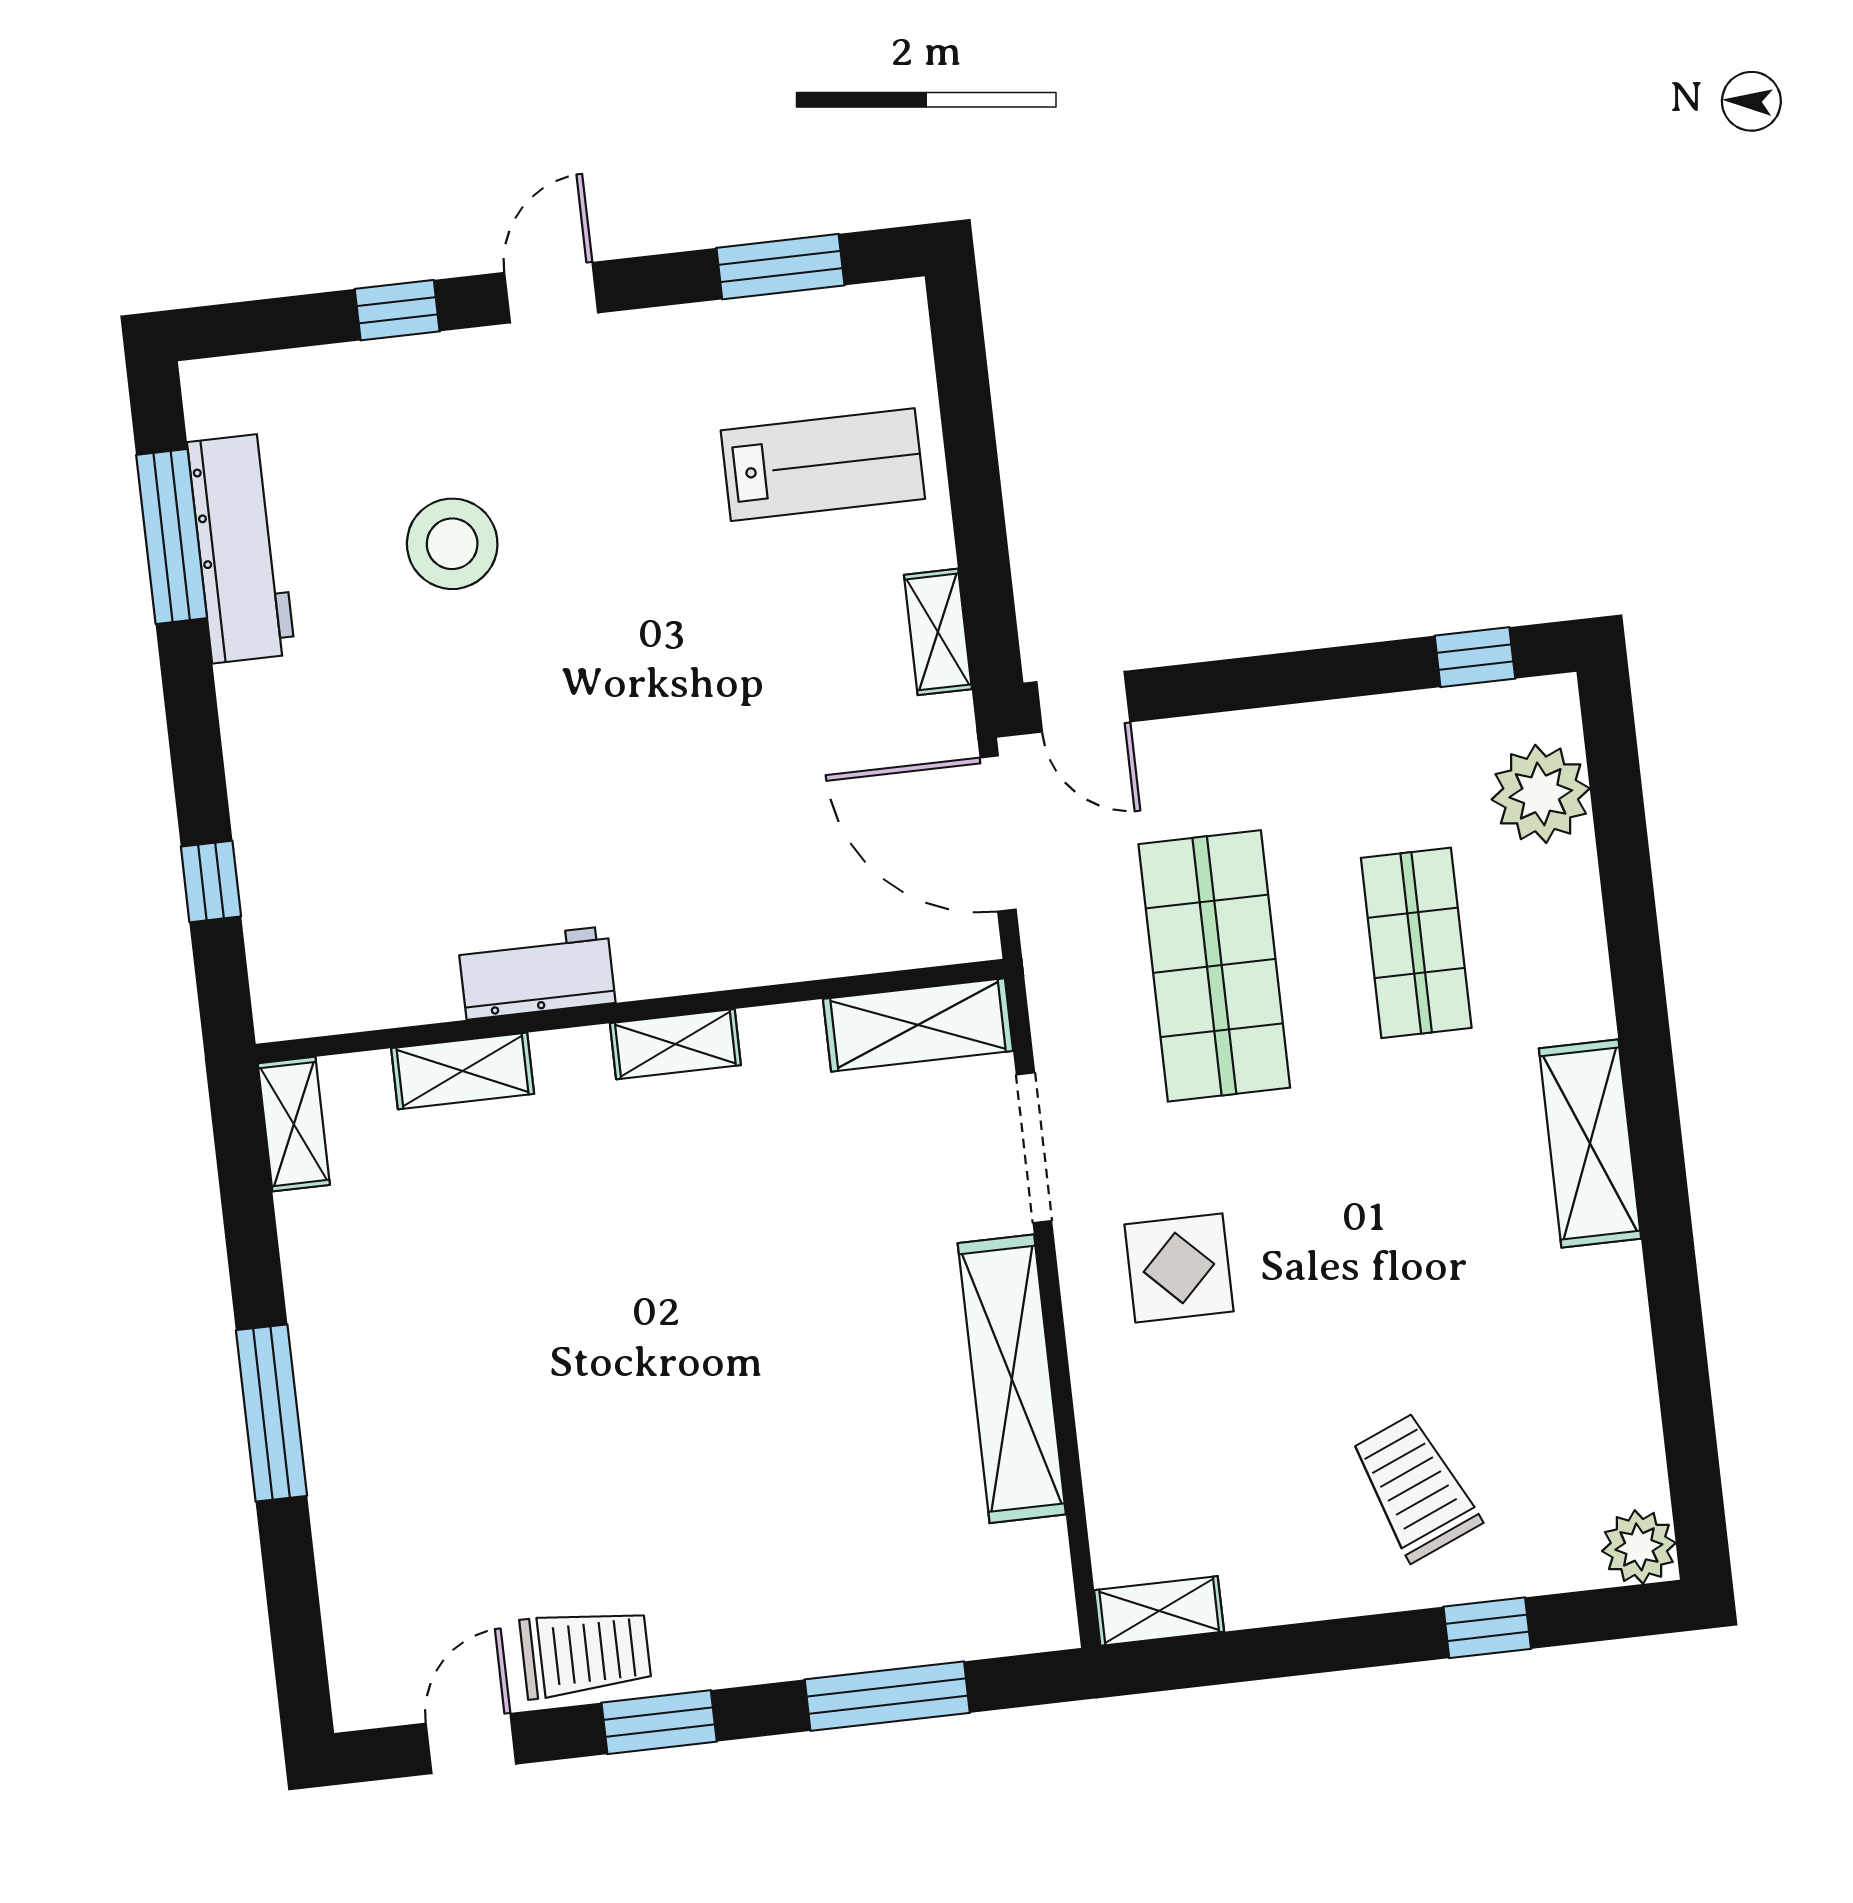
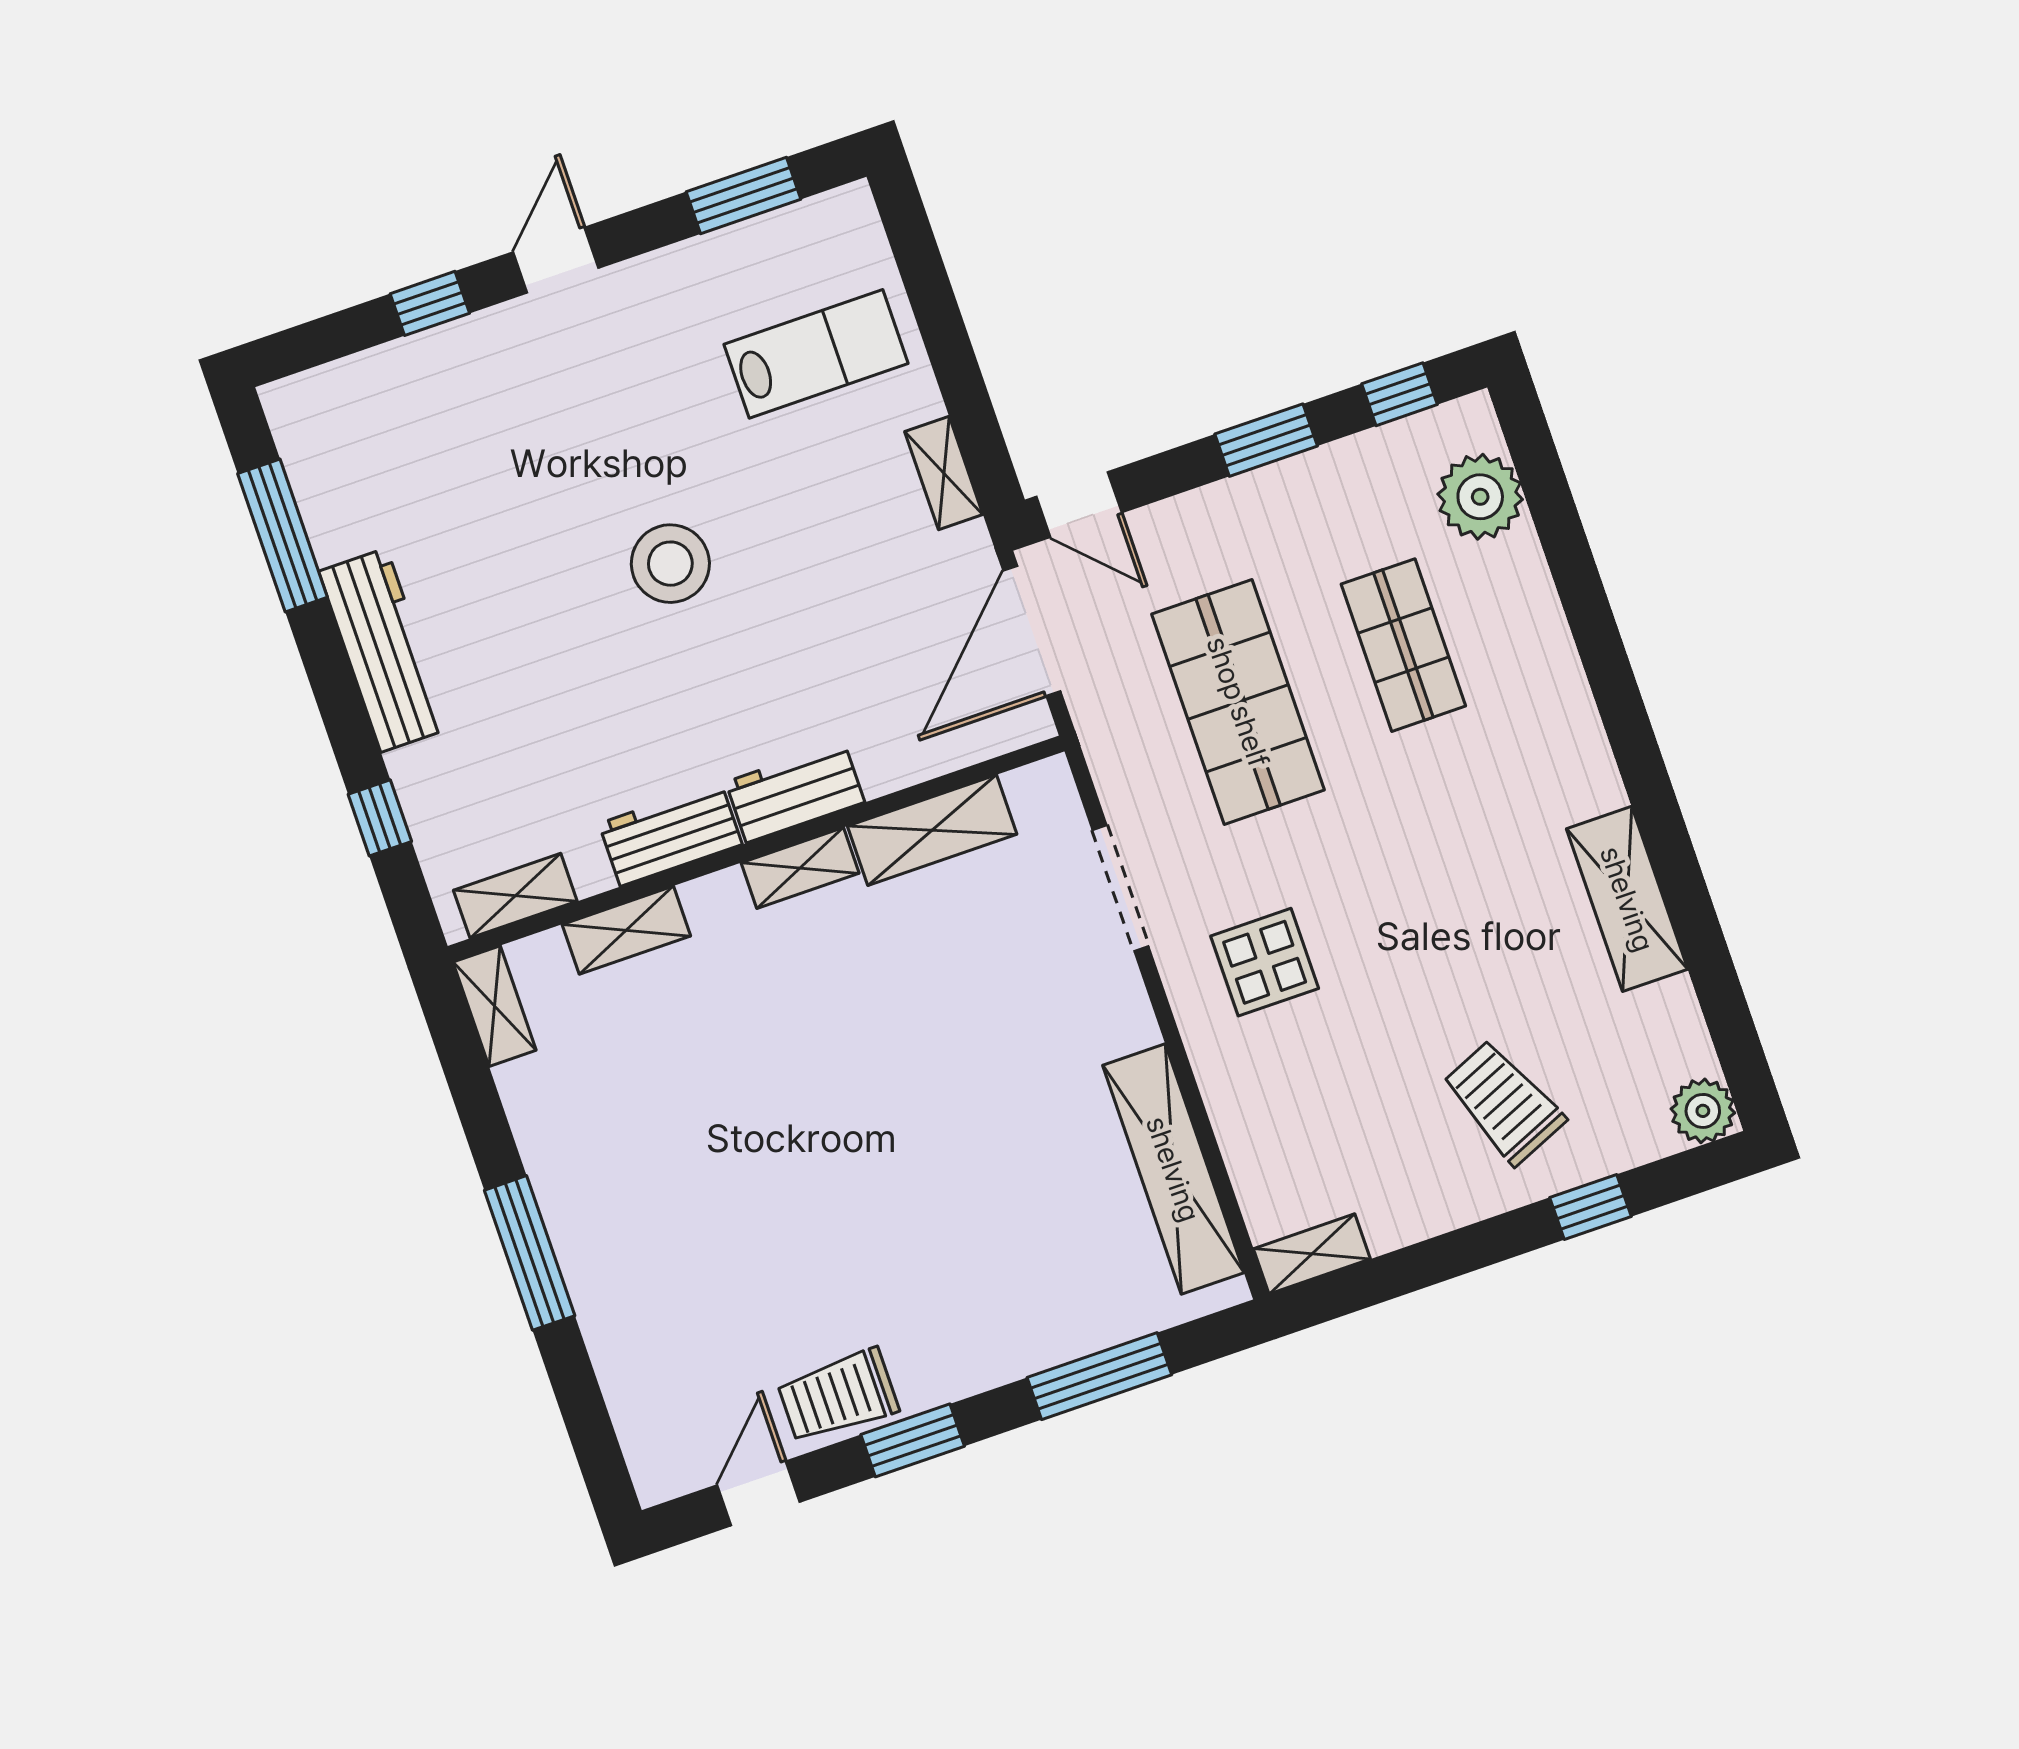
stool: (452, 544) -> (670, 564), moved
workbench: (241, 548) -> (384, 650), moved
window: (1312, 676) -> (1266, 440), added
door: (998, 833) -> (1032, 631), hinge flipped
workbench: (689, 957) -> (795, 792), added
shelving: (345, 1004) -> (515, 896), added
shelving: (918, 1025) -> (932, 830), moved
shelving: (1590, 1143) -> (1627, 899), moved
shelving: (1012, 1379) -> (1173, 1169), moved
trolley: (586, 1653) -> (838, 1396), turned 180

